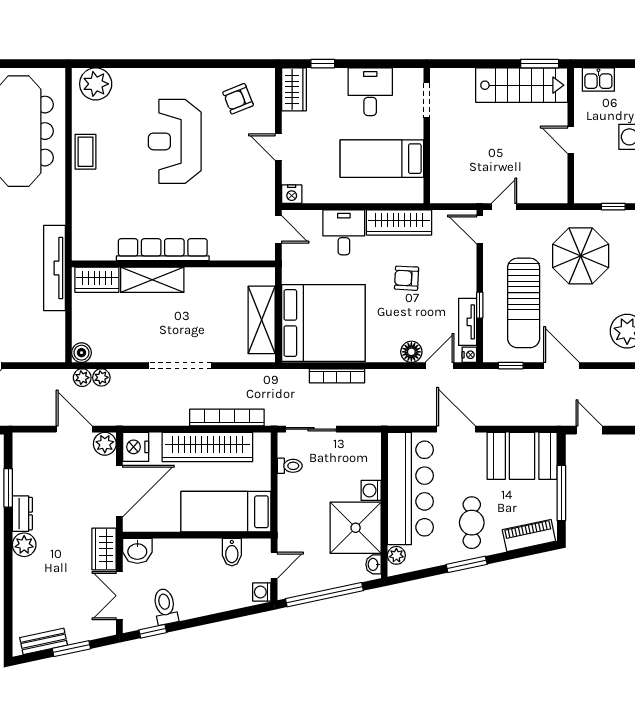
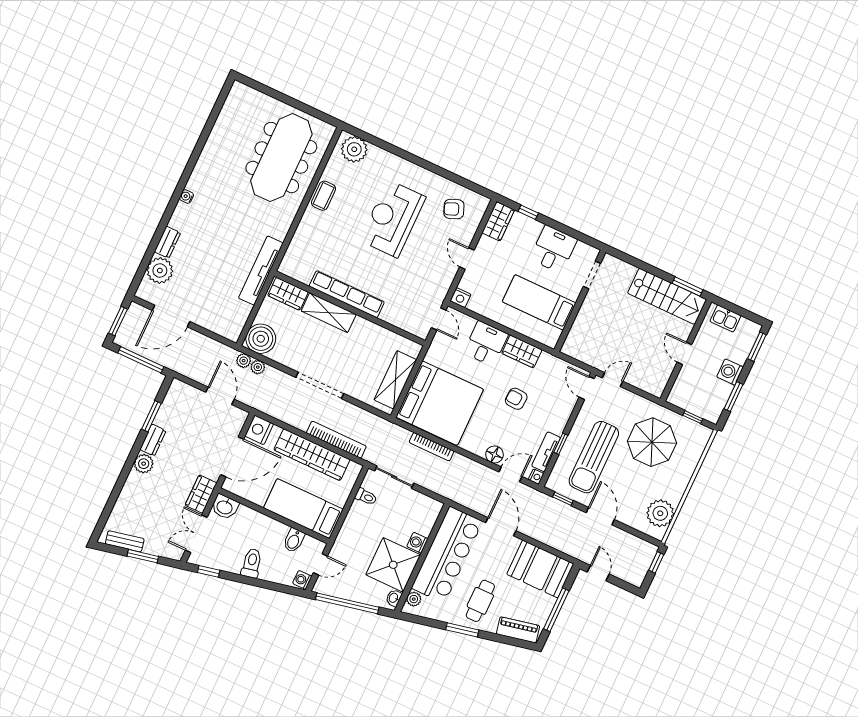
wardrobe: (399, 222) -> (522, 351), width x0.67
boiler: (81, 353) -> (261, 339), width x1.86, depth x1.86
plant: (105, 444) -> (238, 417), removed
toilet: (165, 606) -> (252, 563), moved

